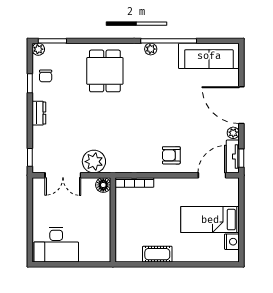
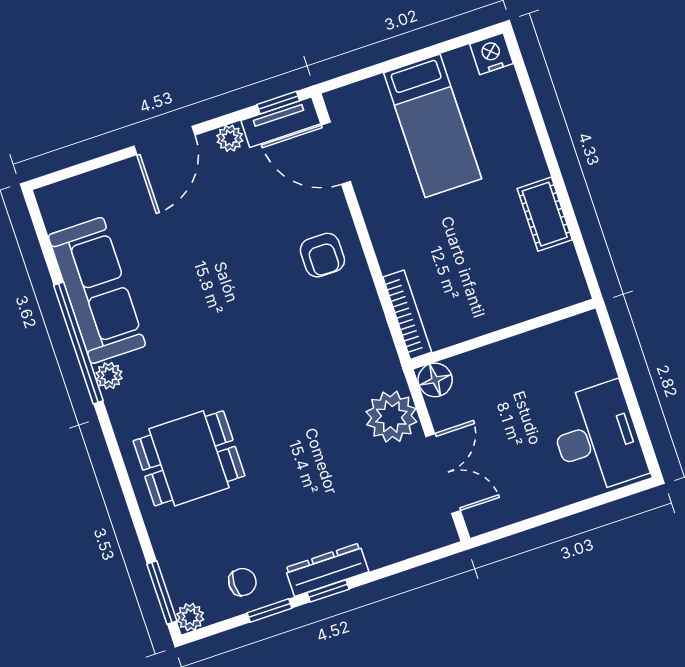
sofa: (209, 56) -> (97, 290), moved
door: (241, 105) -> (164, 141), width x0.73
dresser: (39, 113) -> (327, 570), width x1.44
window: (30, 157) -> (328, 591), moved
nightstand: (232, 242) -> (491, 54), moved

